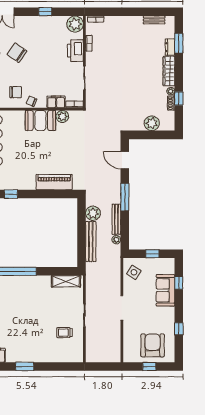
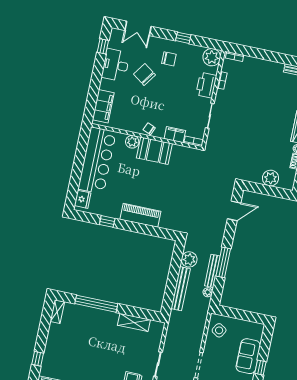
chair: (16, 92) -> (169, 59), moved
plant: (62, 116) -> (132, 142), moved
door: (125, 160) -> (234, 211), swing flipped
piano: (54, 182) -> (140, 215), moved
window: (125, 197) -> (223, 262), moved
window: (152, 254) -> (243, 315), removed
shelving: (66, 281) -> (134, 322), moved
window: (179, 283) -> (260, 368), moved

